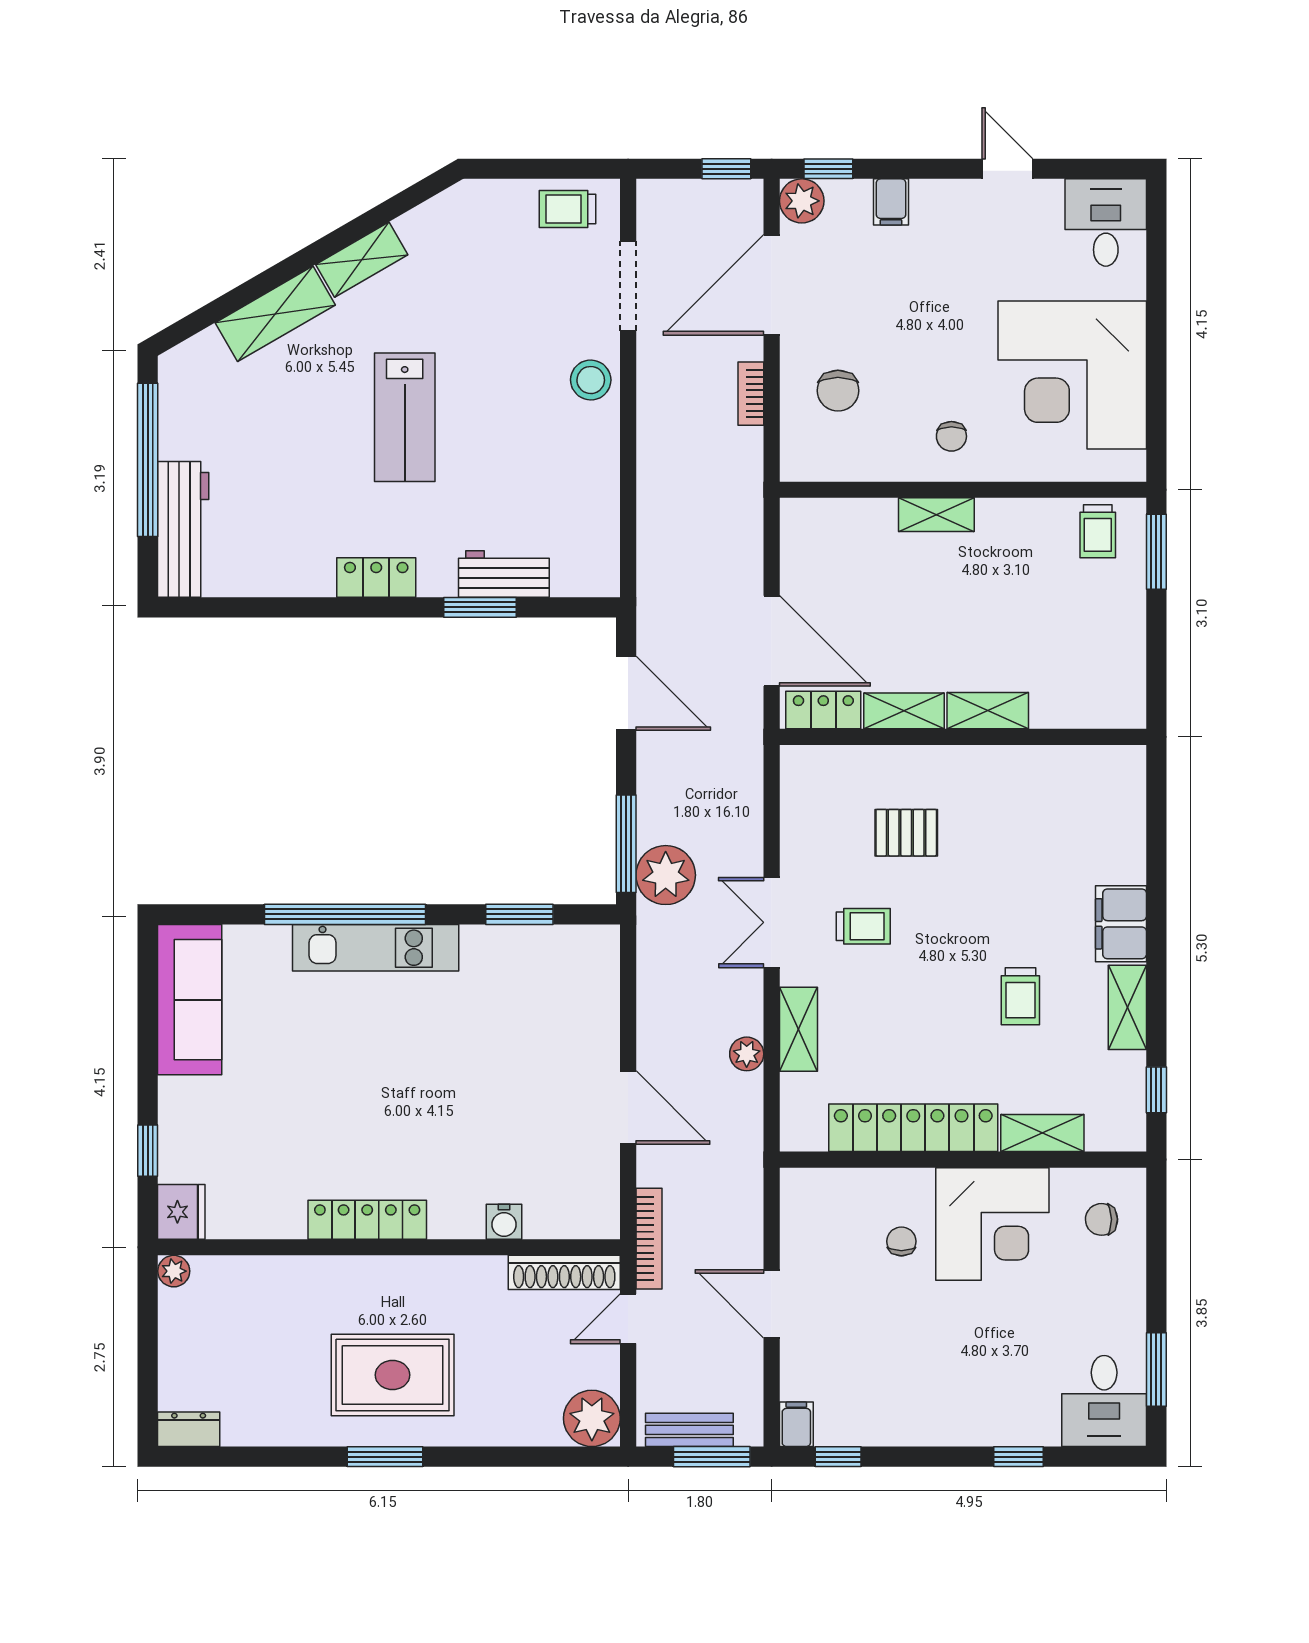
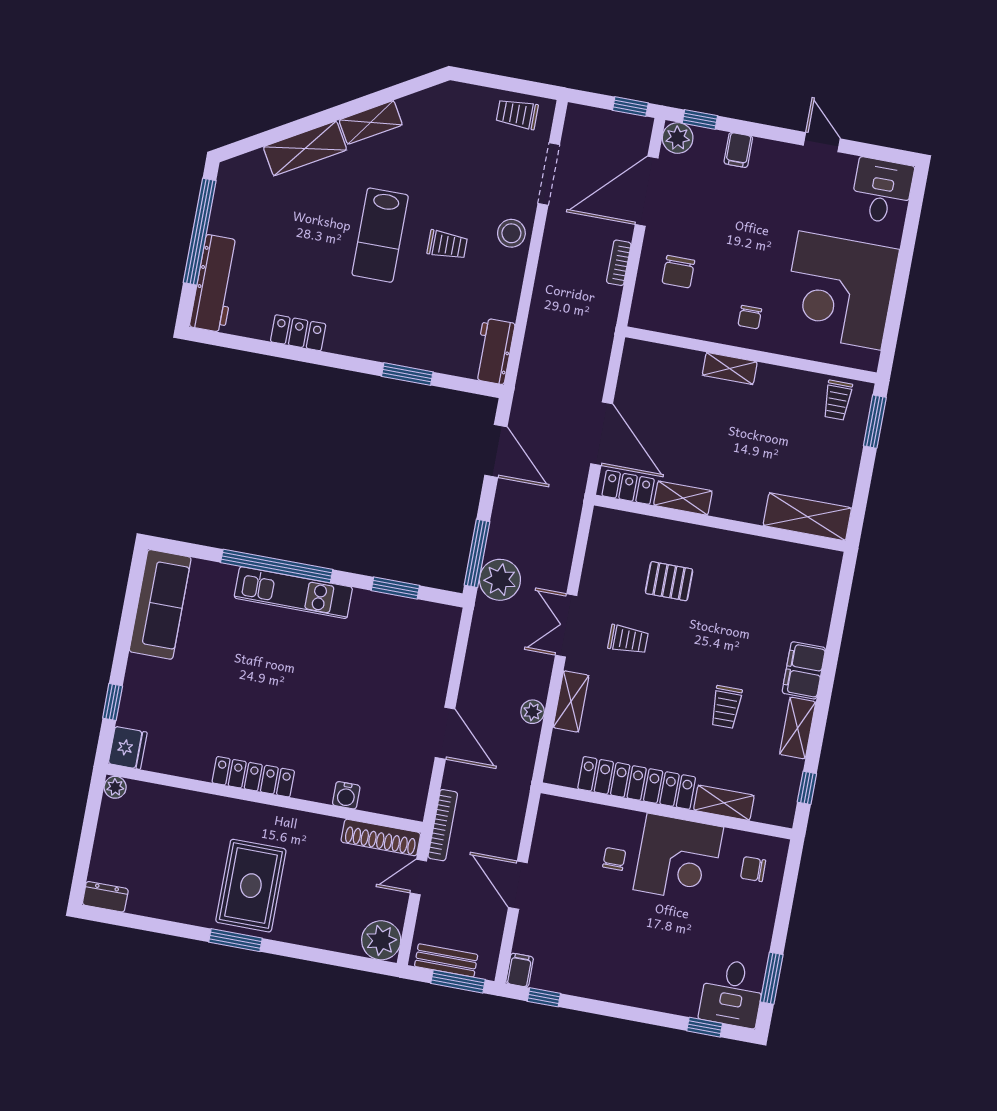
trolley: (503, 413) -> (447, 245), added
workbench: (504, 574) -> (494, 351), moved, turned -90
locker: (376, 577) -> (298, 333), moved
shelving: (988, 711) -> (807, 517), moved, width x1.50, depth x1.33
rug: (393, 1375) -> (251, 886), turned 90
window: (1019, 1457) -> (705, 1027), moved

